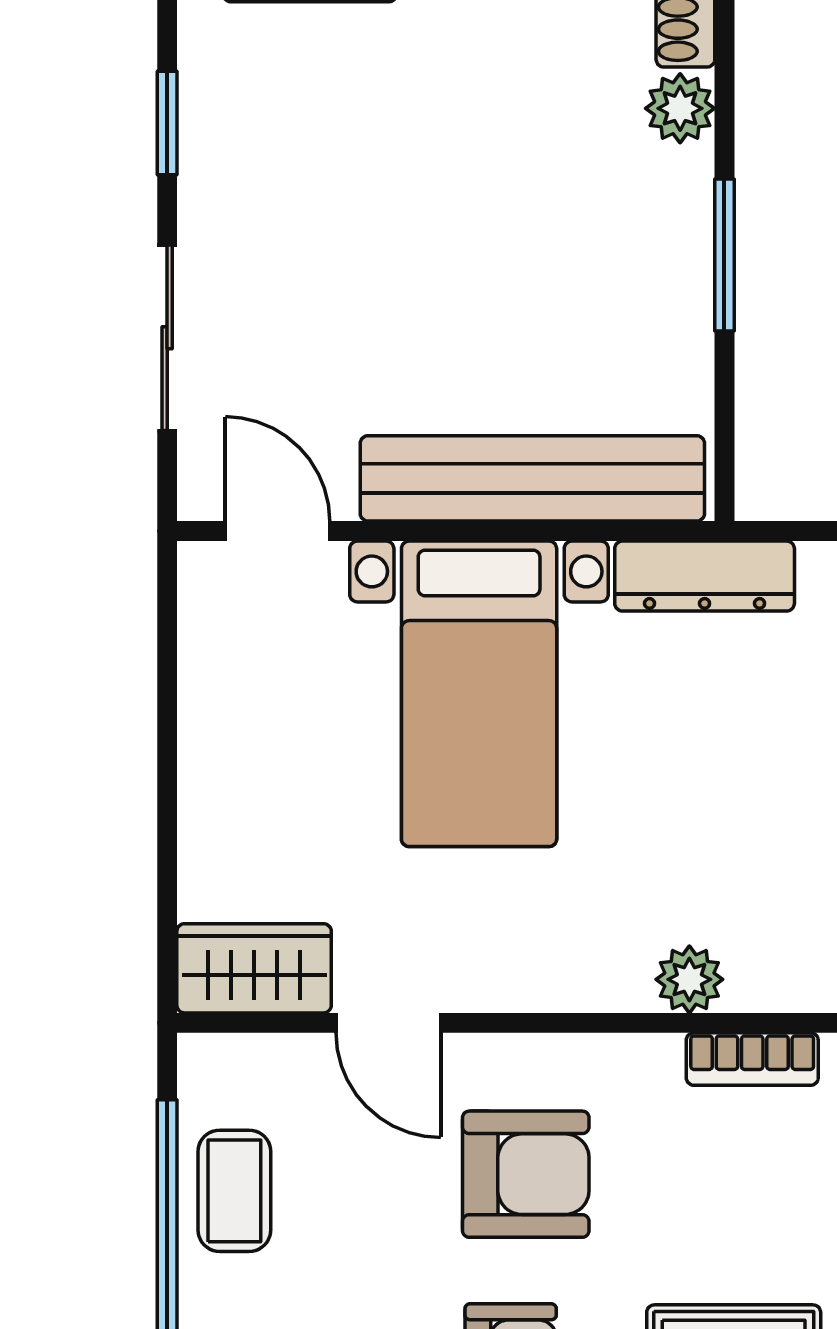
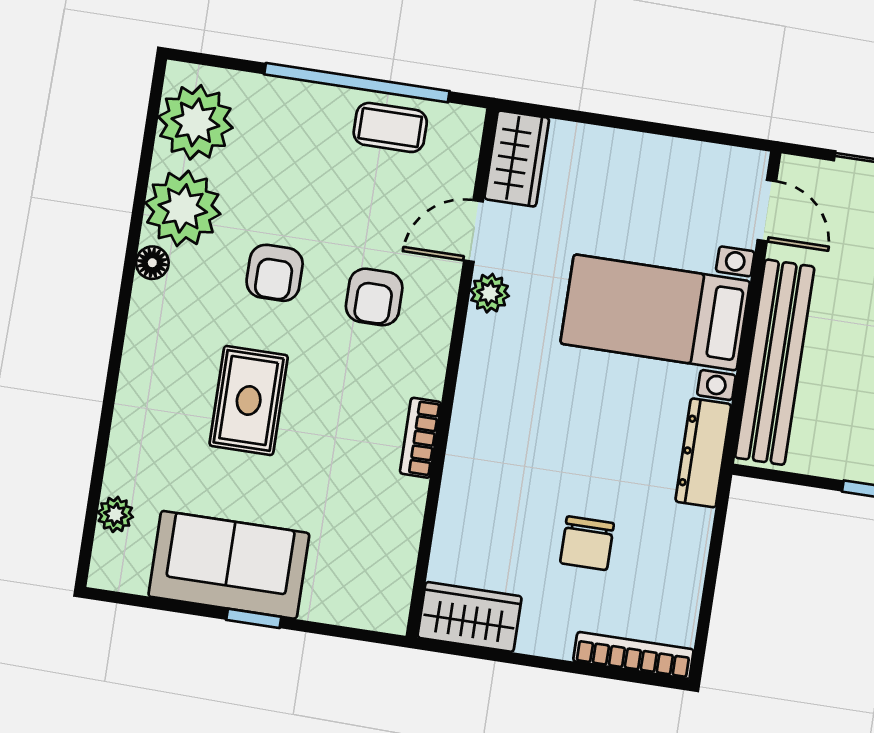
door: (278, 531) -> (767, 211), hinge flipped
plant: (689, 979) -> (490, 293), moved
armchair: (526, 1174) -> (374, 297), width x0.72, depth x0.72

